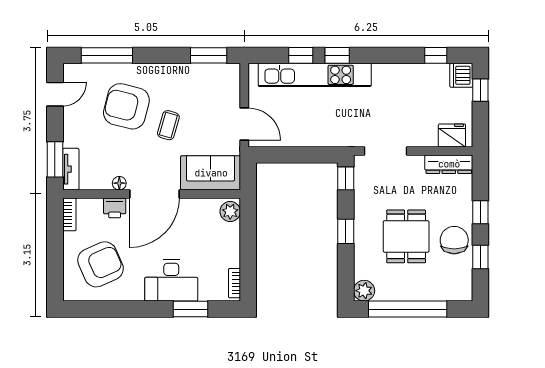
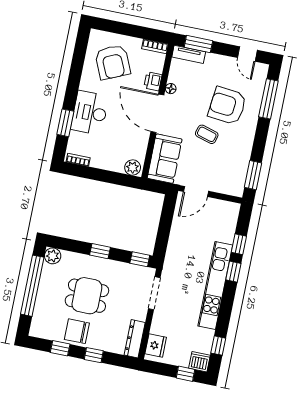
kitchen unit: (315, 75) -> (215, 285), moved
armchair: (126, 106) -> (227, 106), turned -98
chair: (454, 240) -> (77, 331), turned 180

